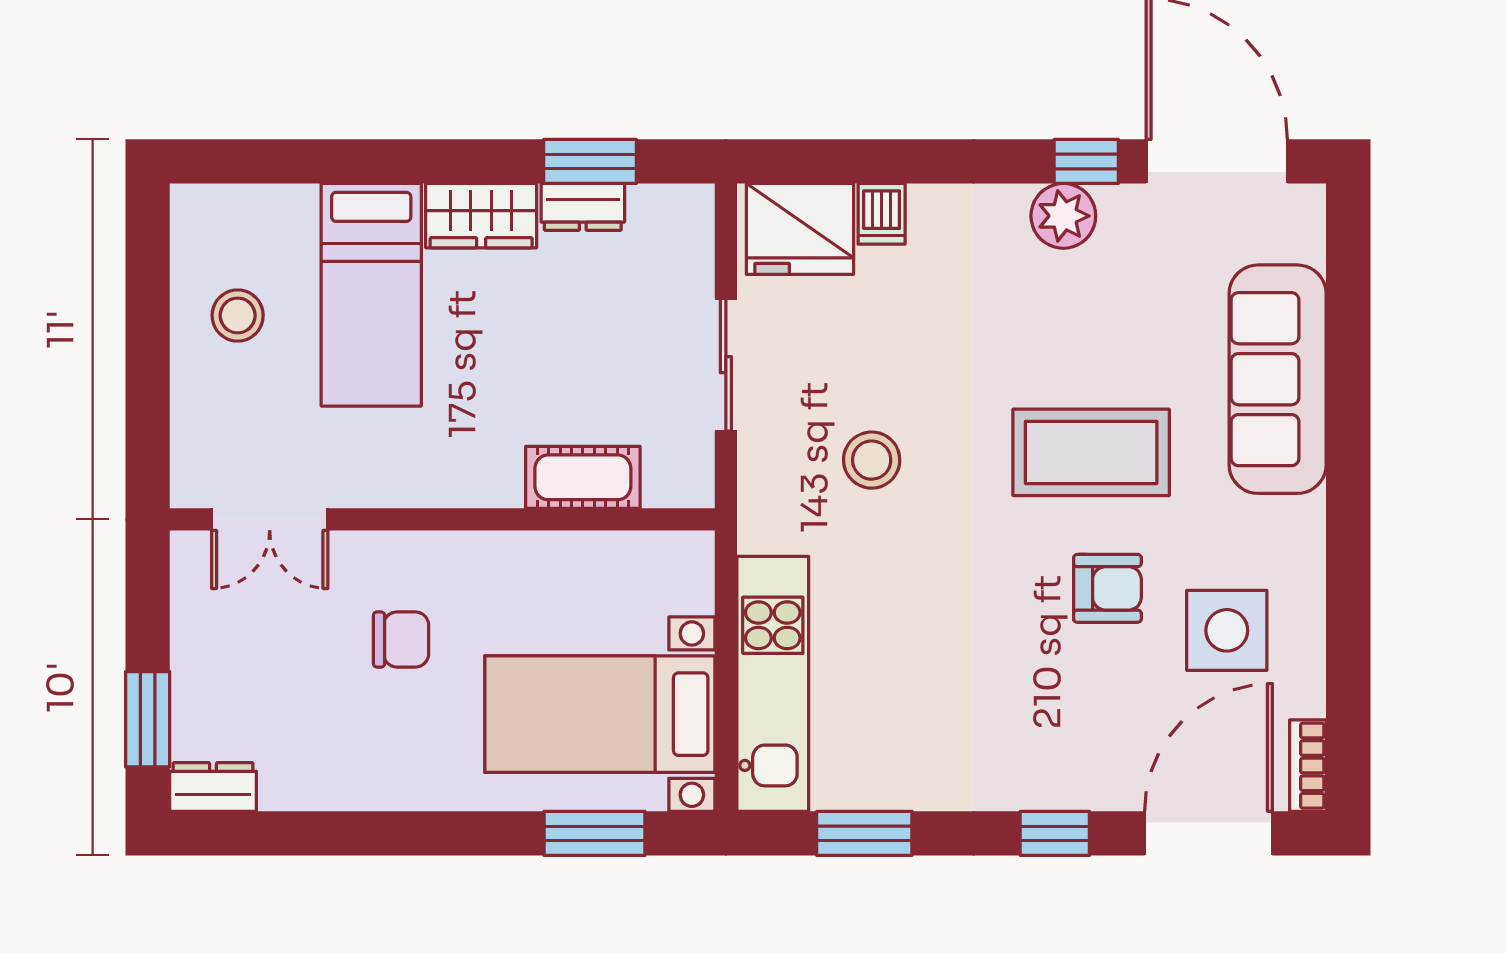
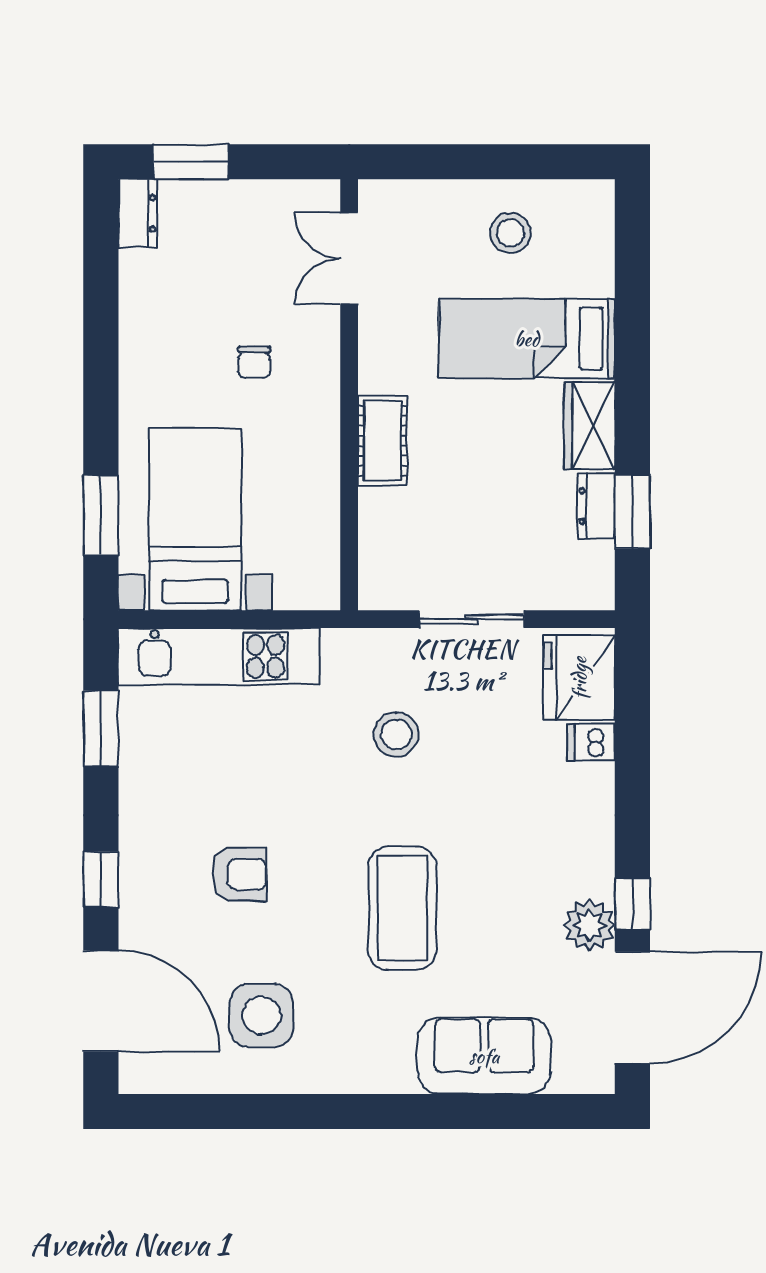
plant: (1063, 216) -> (589, 925), moved
sofa: (1278, 379) -> (484, 1056), width x0.73
cot: (583, 477) -> (382, 441), moved
armchair: (1107, 588) -> (239, 874), moved, turned -90
chair: (401, 639) -> (254, 362), width x0.73, depth x0.73
bookcase: (1308, 766) -> (154, 1080), removed

